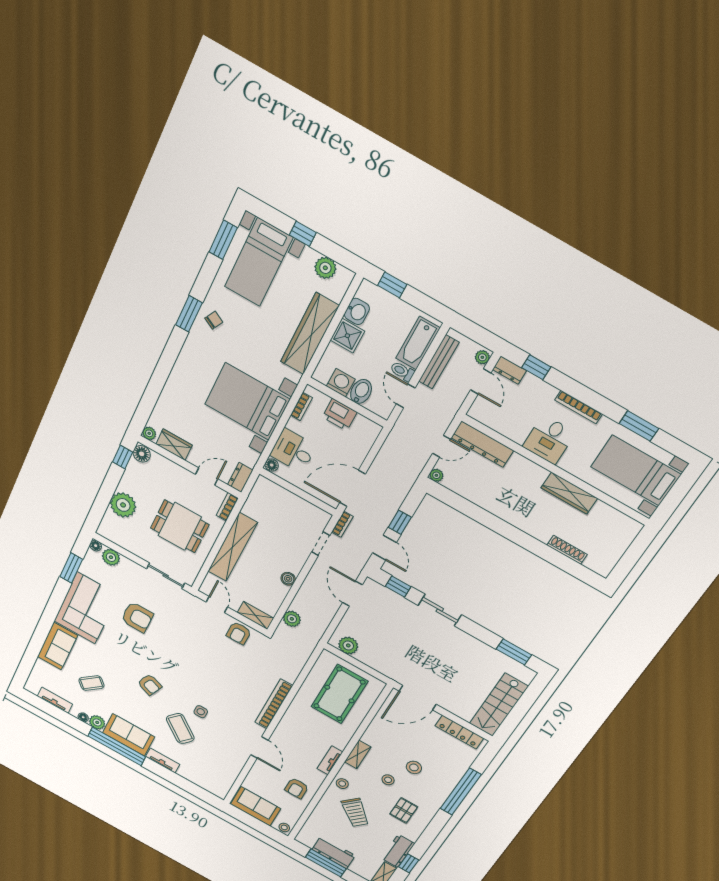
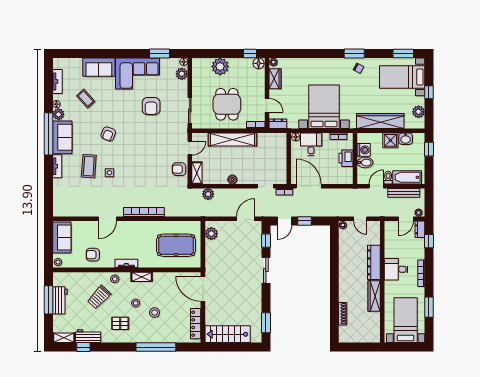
dresser: (482, 444) -> (374, 262), moved
coffee table: (180, 728) -> (89, 166), turned -36

